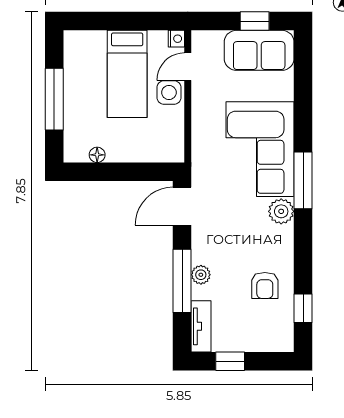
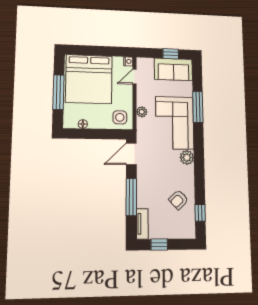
bed: (127, 74) -> (89, 79), width x2.04
side table: (169, 92) -> (120, 117), moved
window: (303, 180) -> (198, 107), moved
plant: (201, 275) -> (142, 112), moved
armchair: (265, 285) -> (178, 200), turned 47

